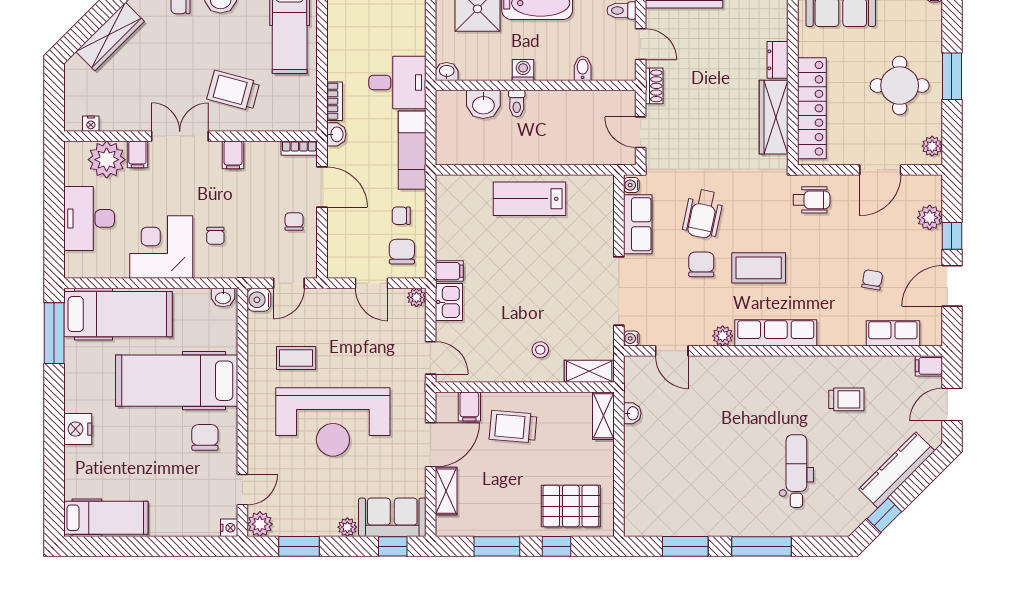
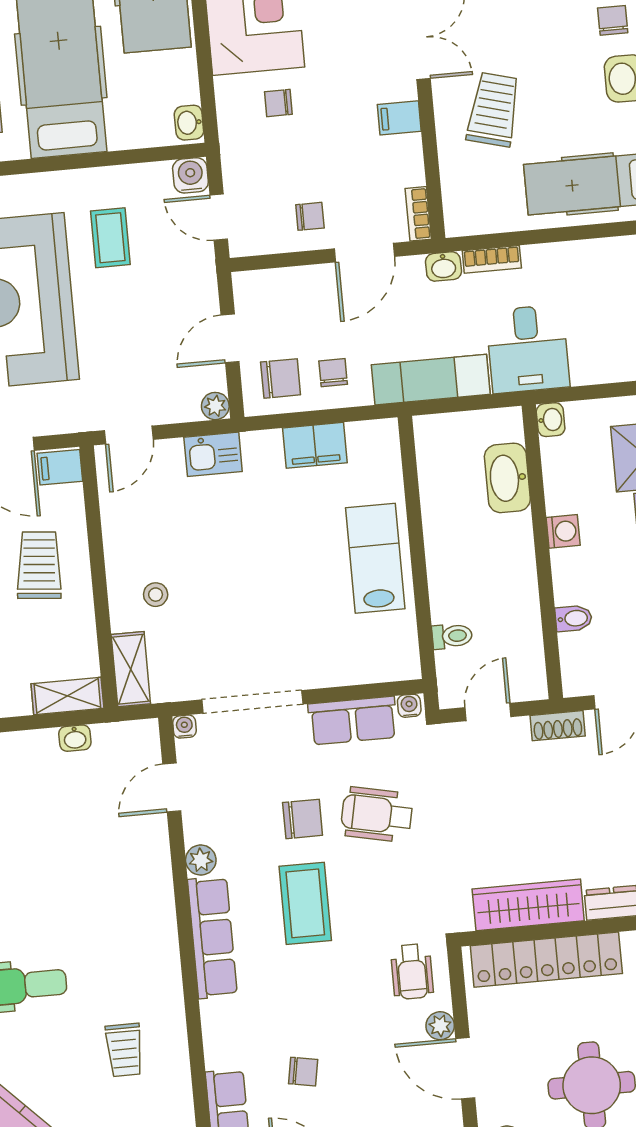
washbasin: (483, 104) -> (507, 478), width x1.38
toilet: (517, 104) -> (452, 636), moved, turned 180
plant: (850, 184) -> (440, 1026), added
filing cabinet: (449, 271) -> (315, 445), moved, width x2.00
filing cabinet: (469, 406) -> (60, 467), moved

